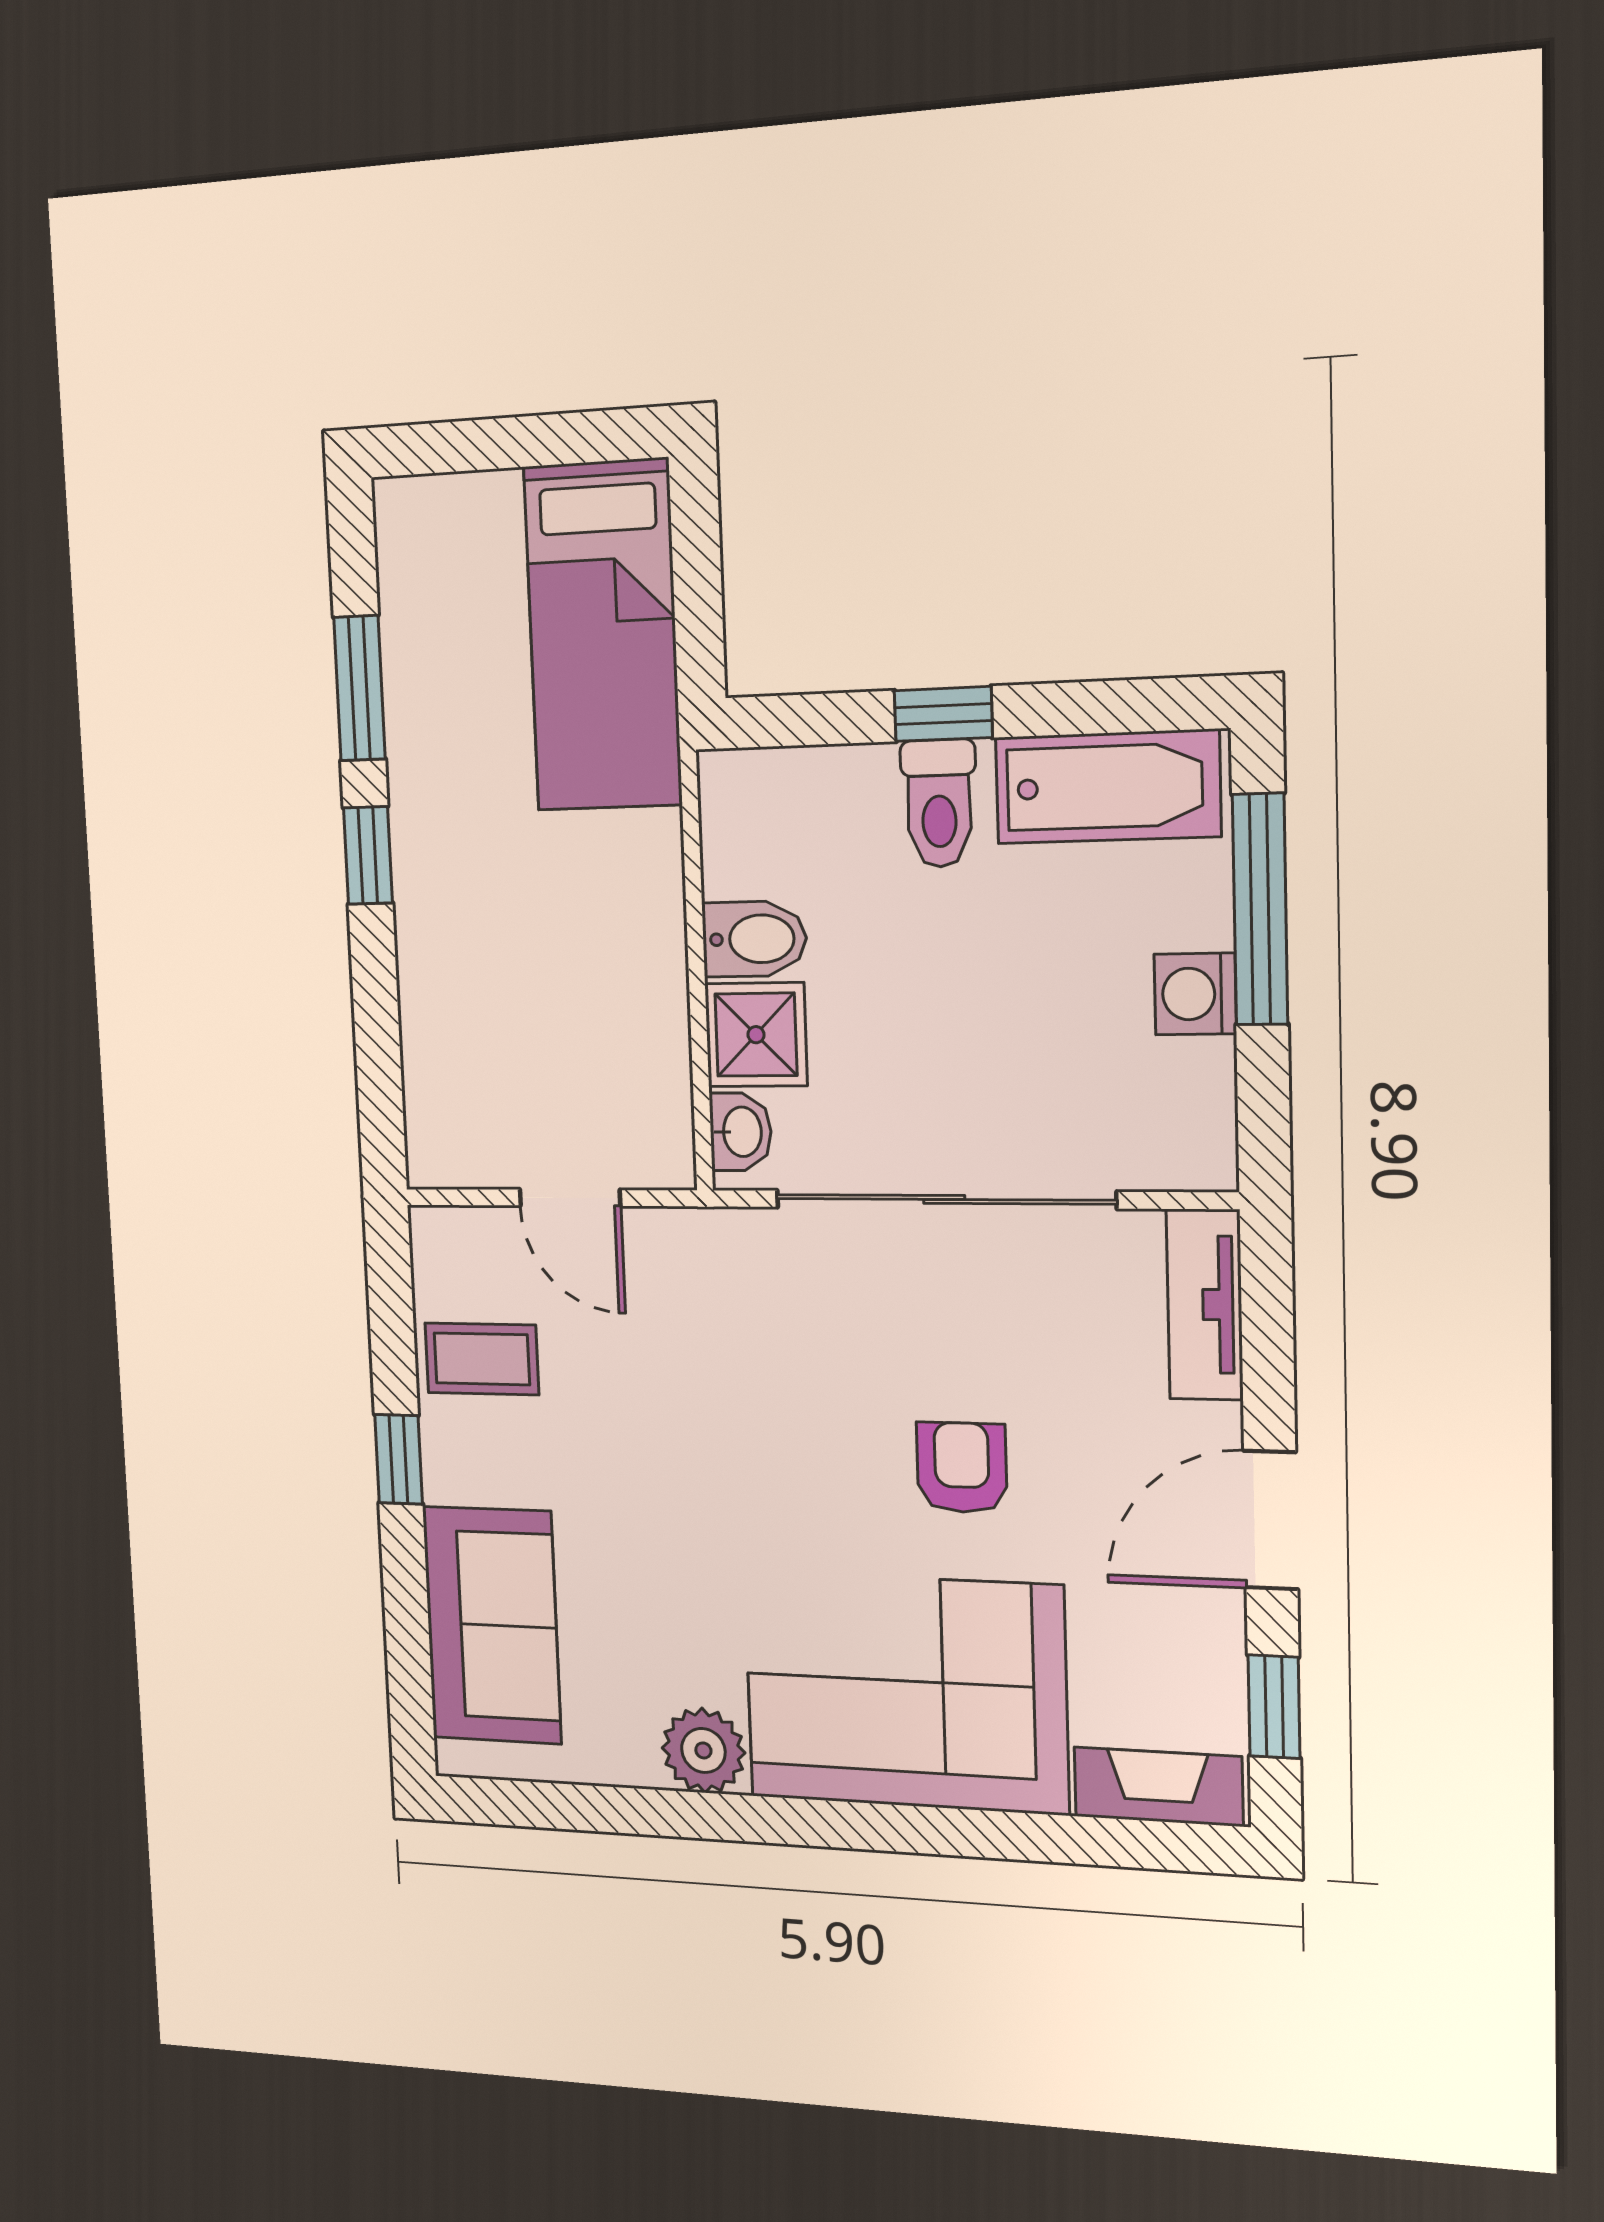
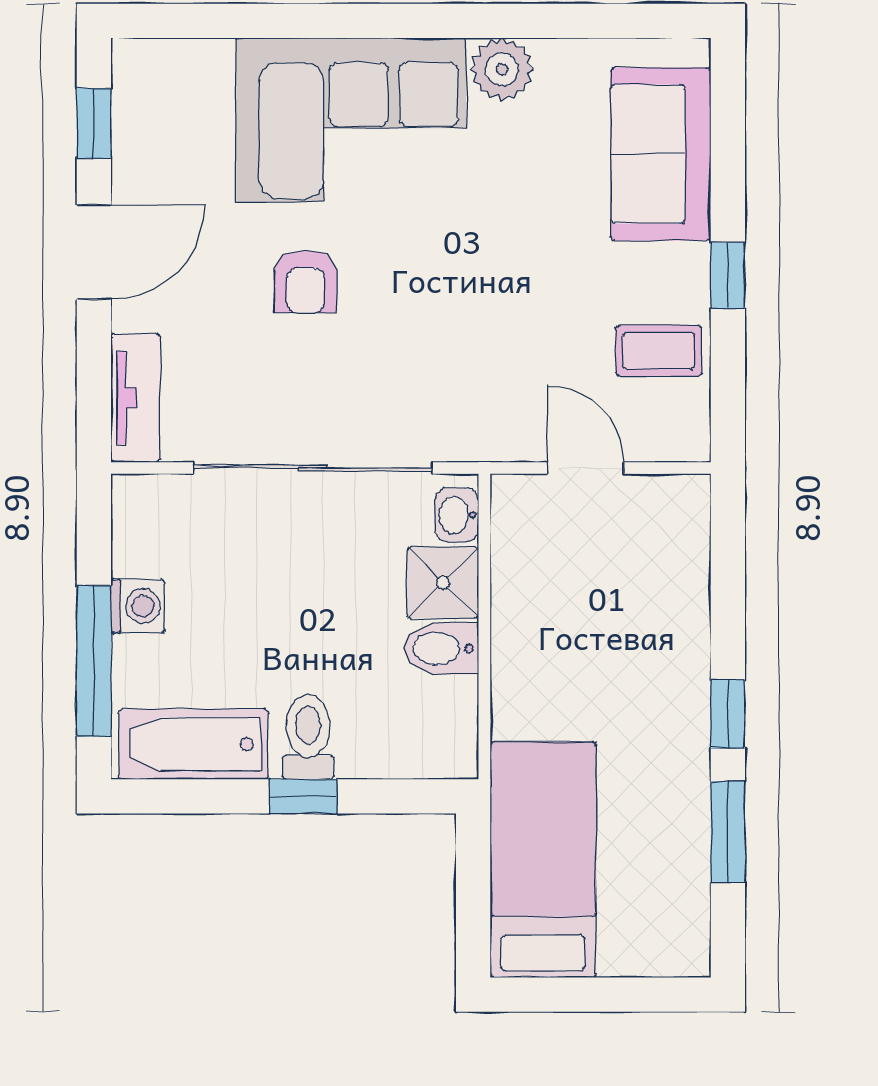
fireplace: (1158, 1787) -> (174, 63), removed

